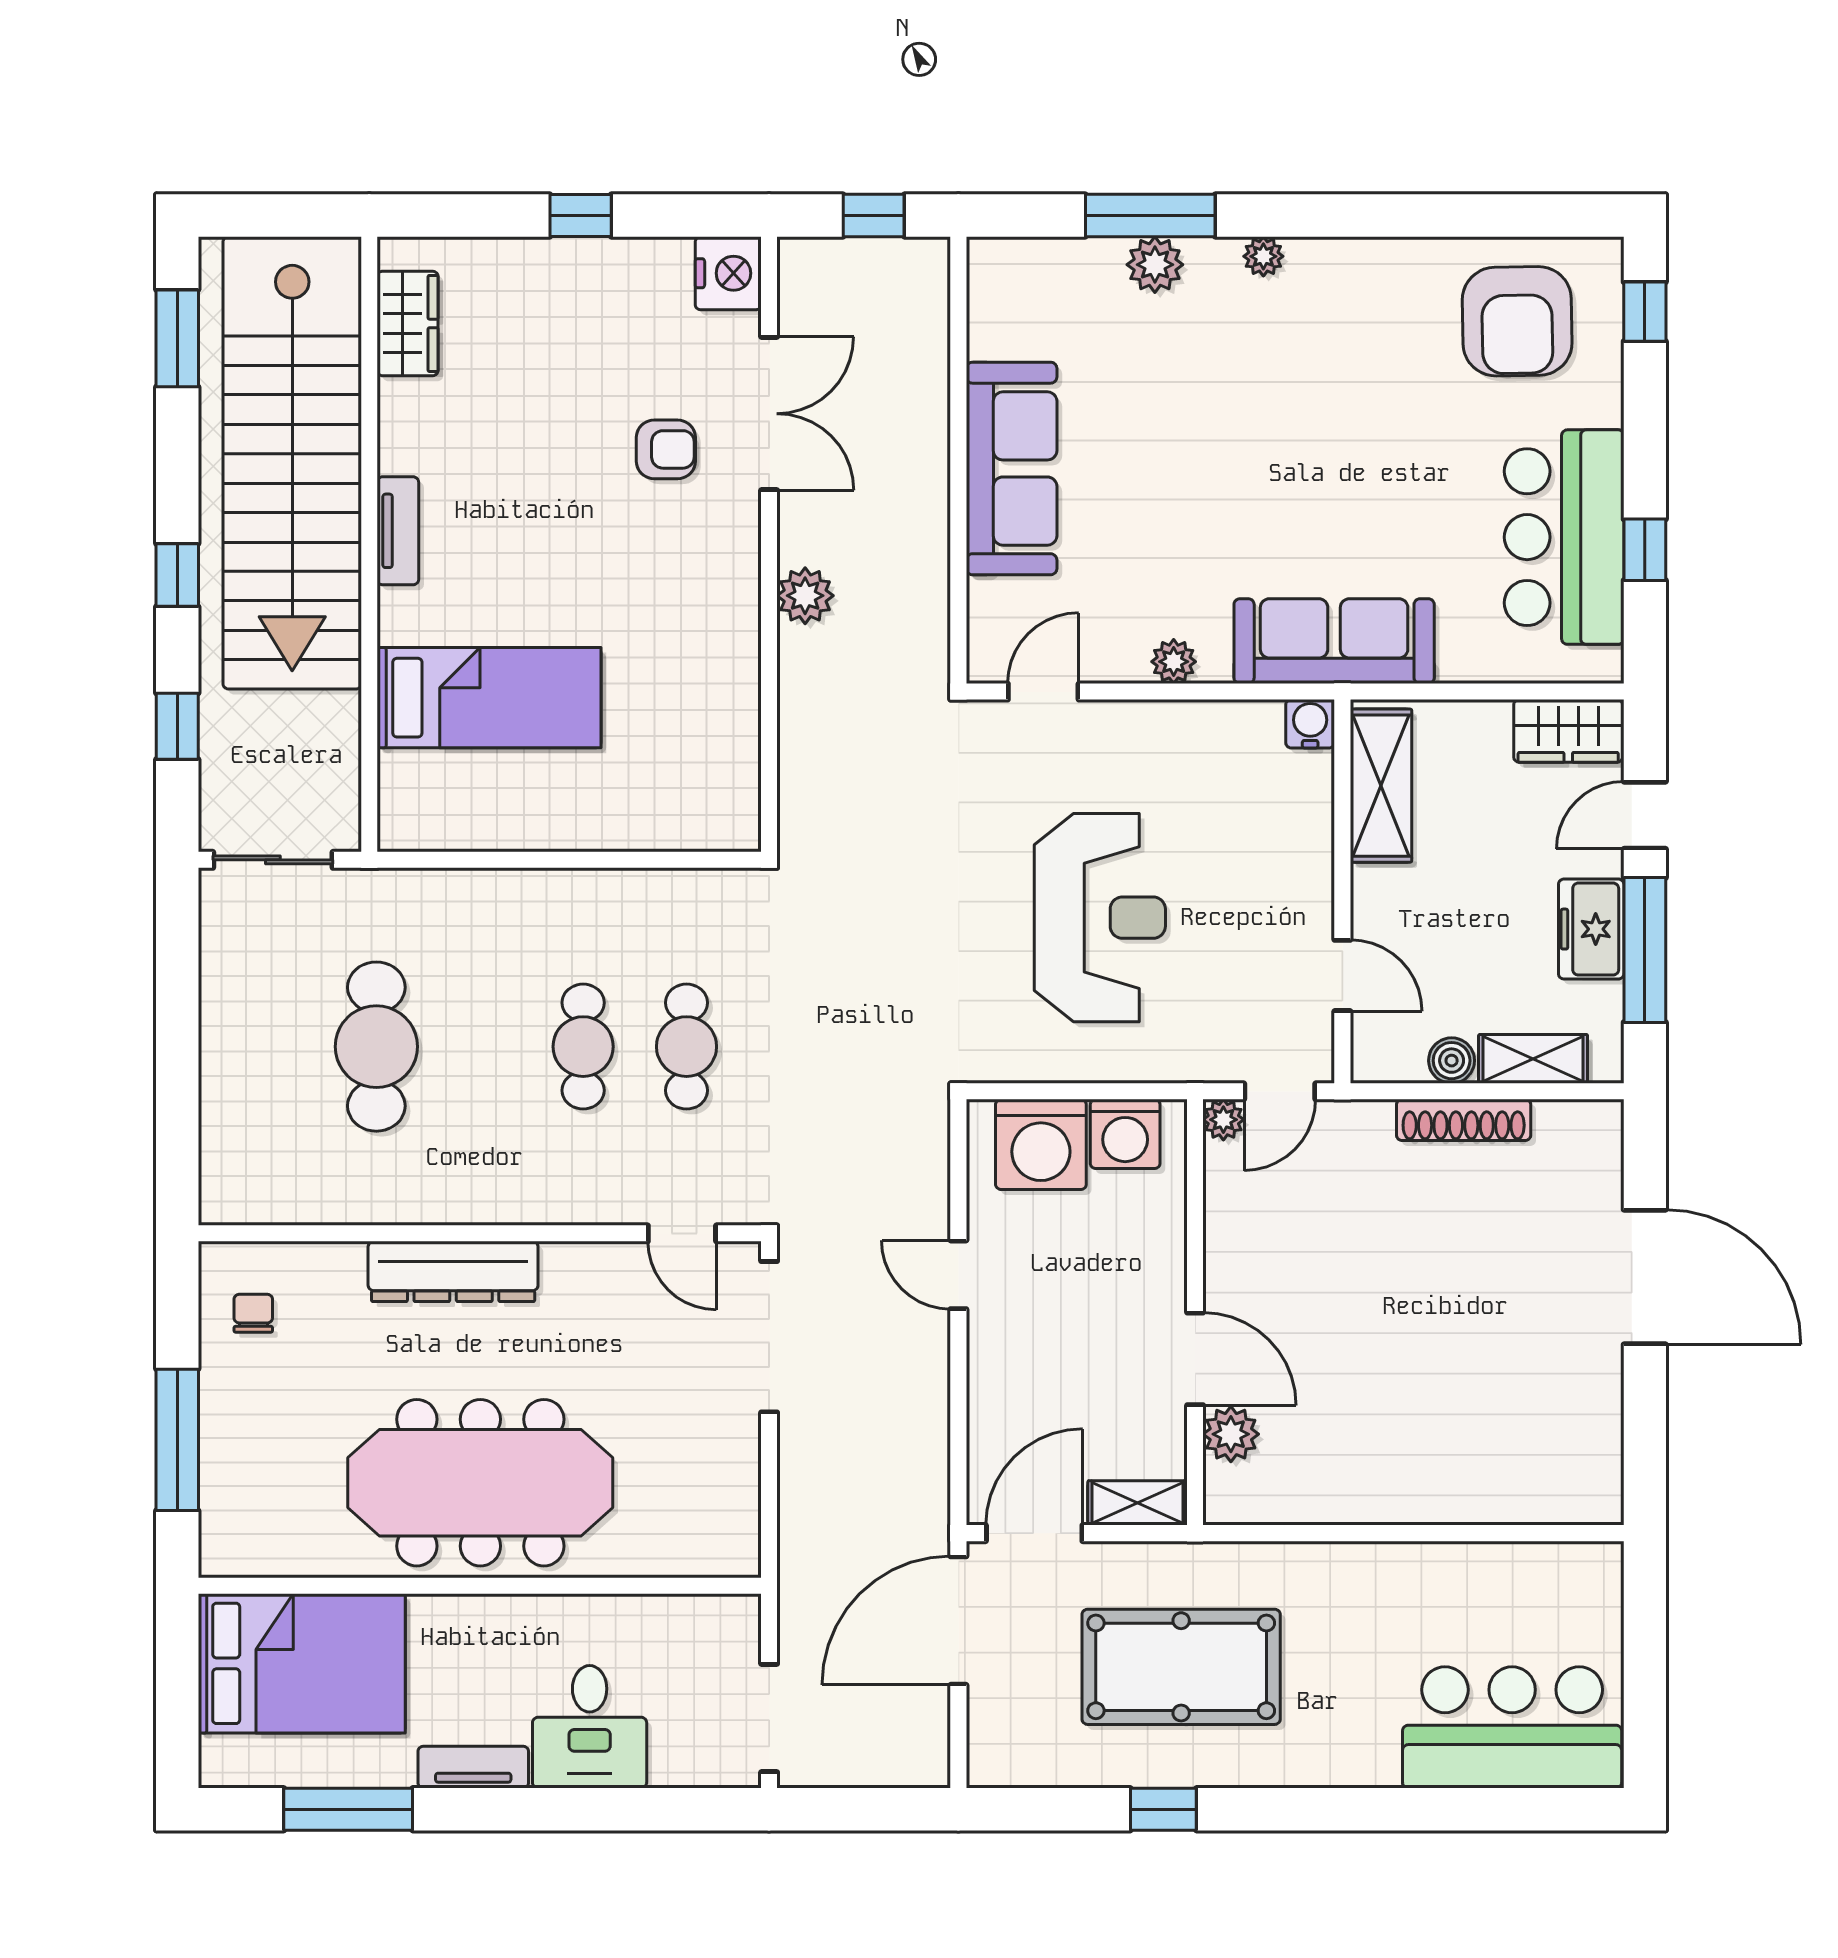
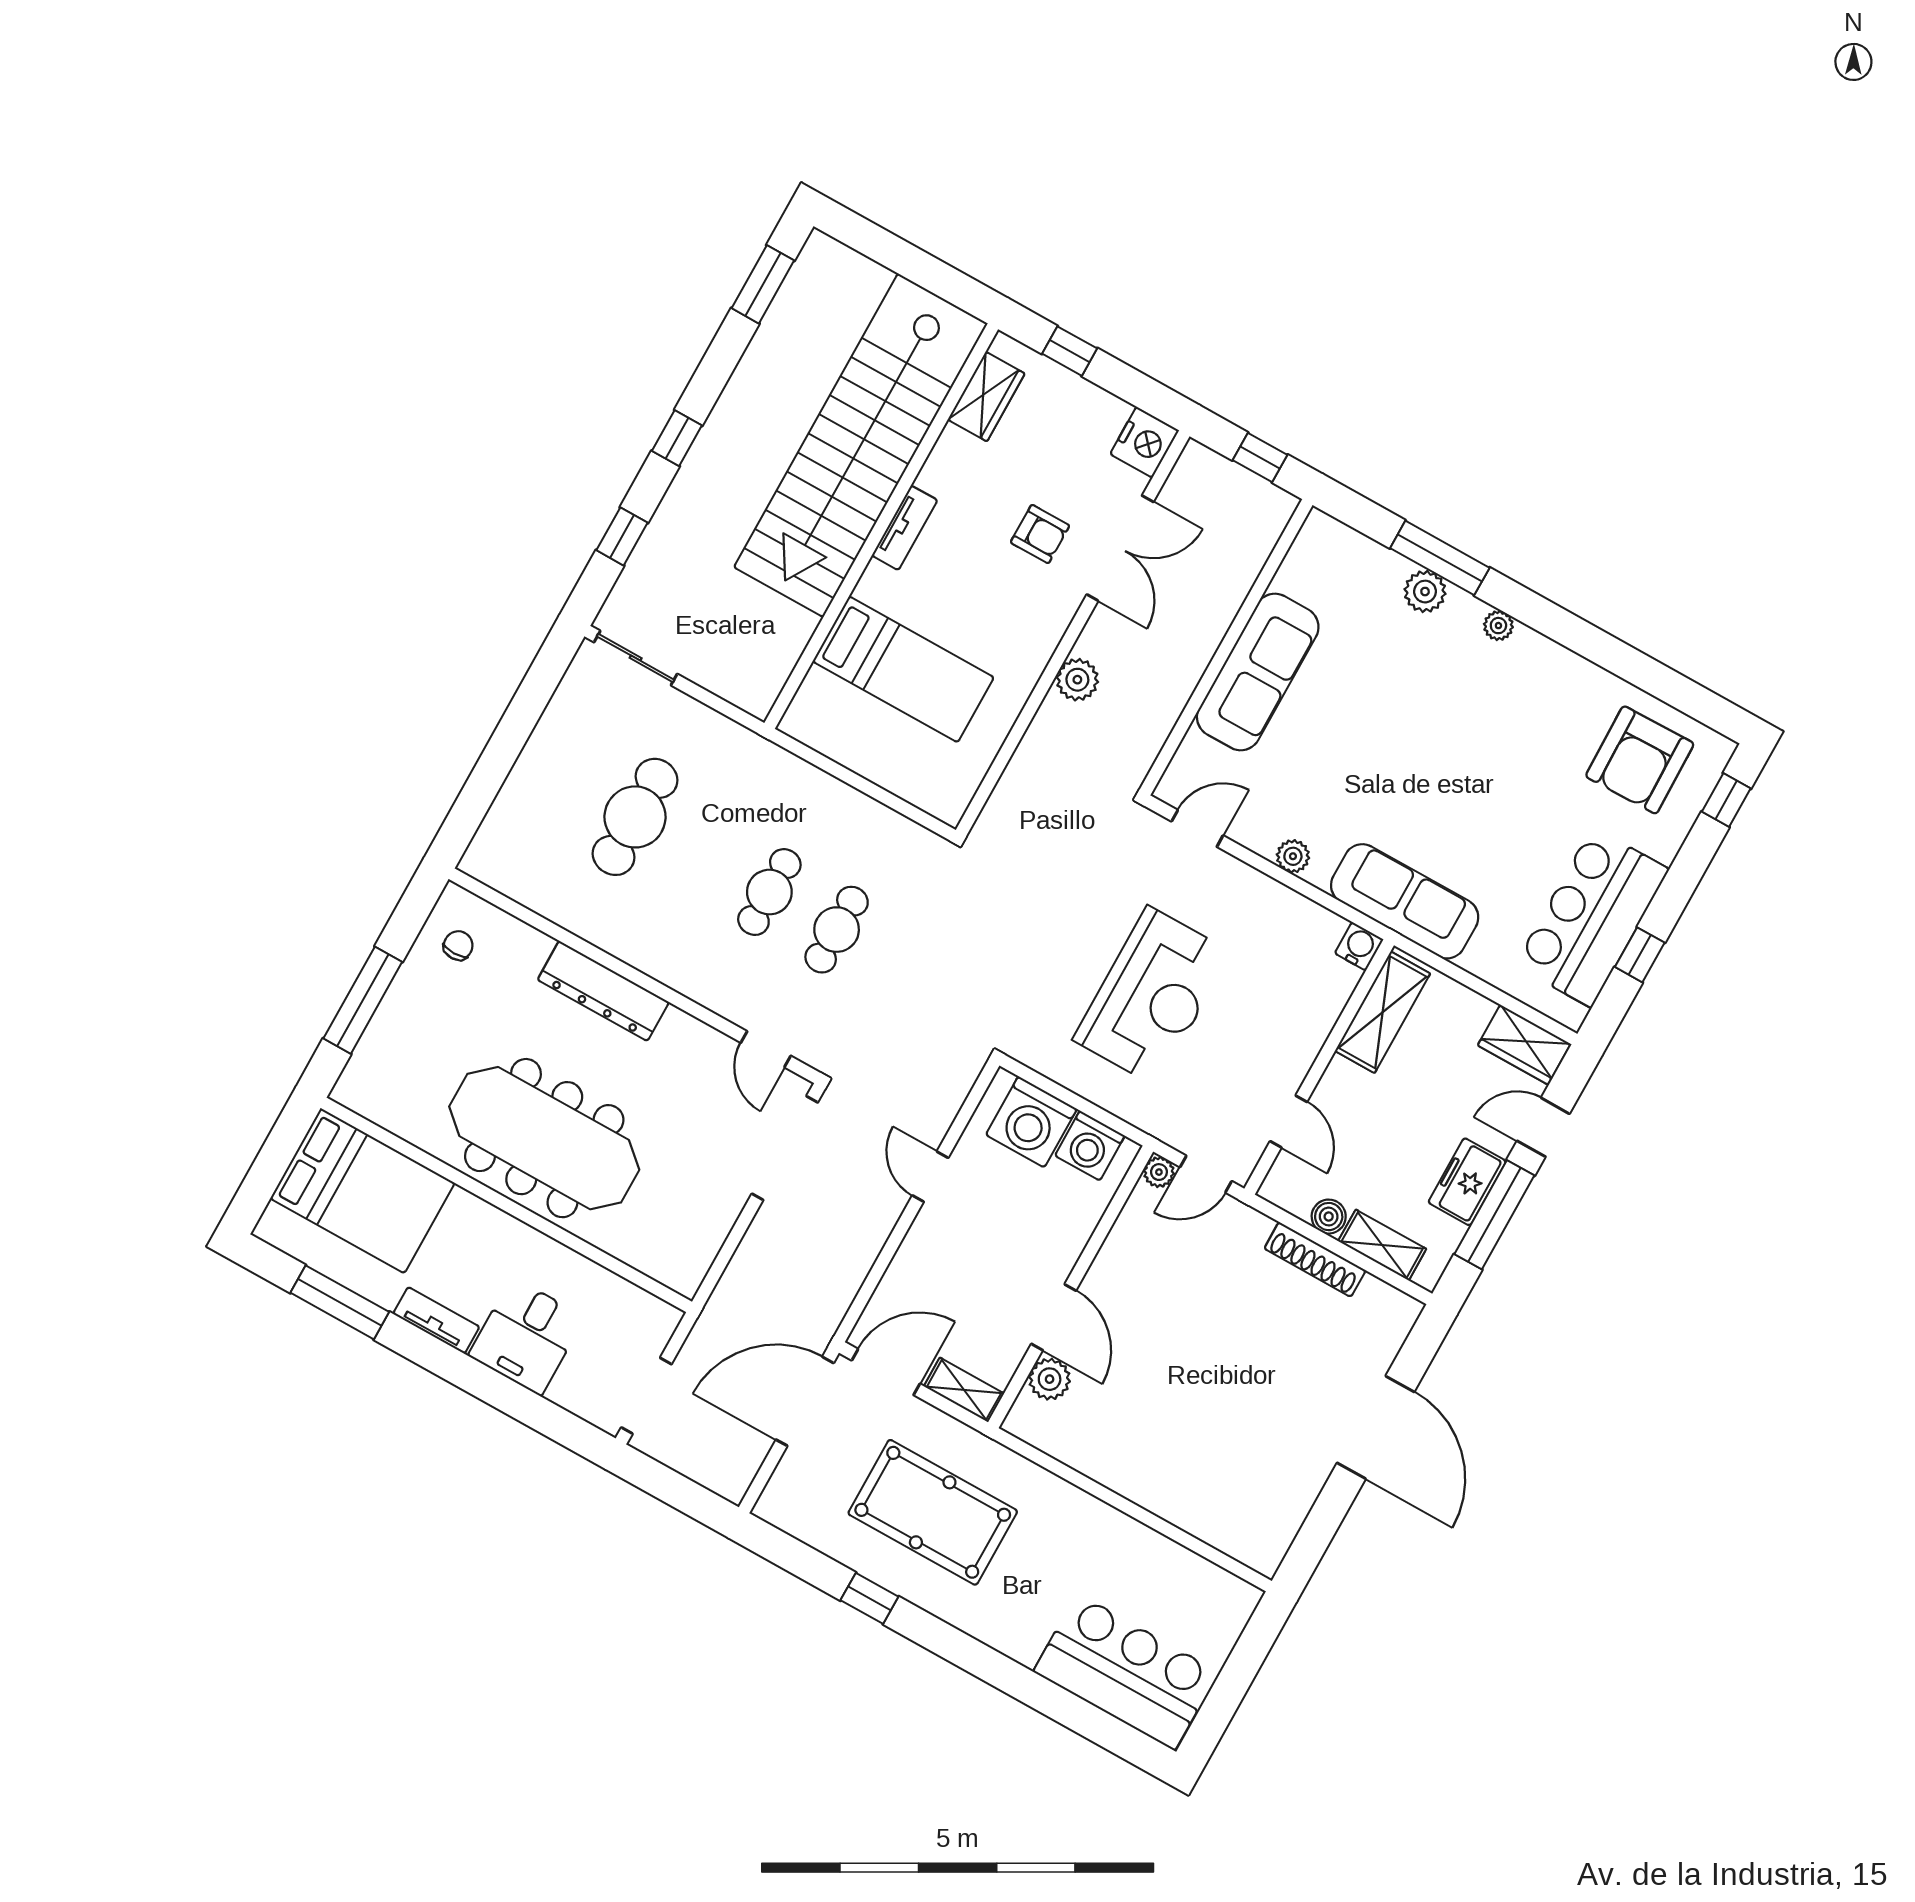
wardrobe: (408, 323) -> (986, 397), moved
stairs: (292, 463) -> (861, 445), moved
tv unit: (398, 531) -> (905, 528), moved
wall: (369, 544) -> (881, 526), moved
bed: (489, 698) -> (903, 669), moved

